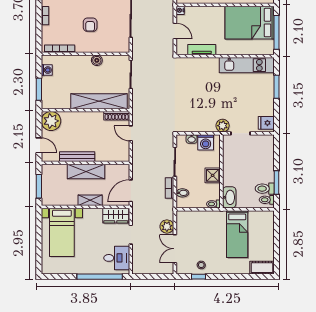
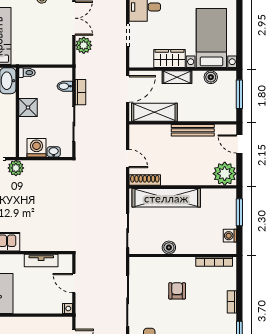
shelving: (86, 171) -> (154, 112), moved
boiler: (62, 200) -> (211, 77), added
wardrobe: (116, 216) -> (170, 59), moved

